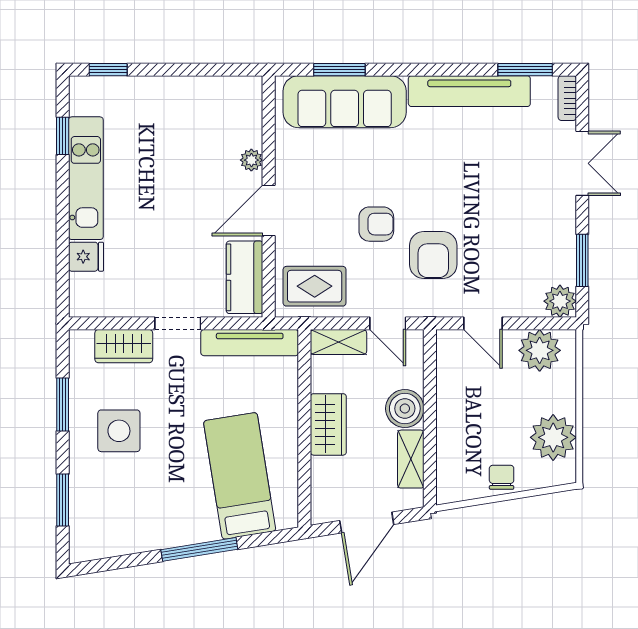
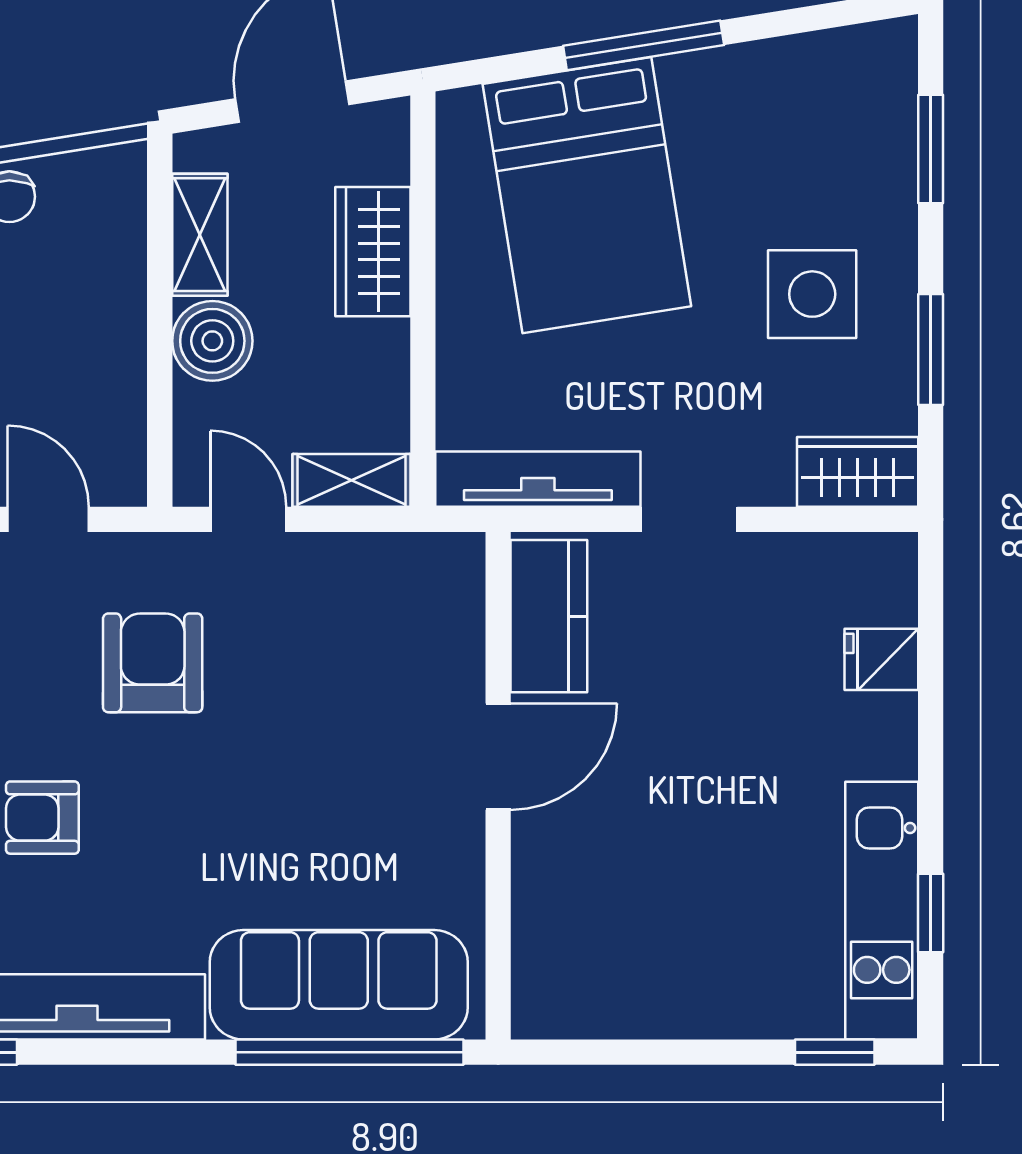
window: (339, 70) -> (349, 1052), width x2.11
plant: (251, 160) -> (534, 862), removed
kitchen unit: (86, 178) -> (882, 911), moved
armchair: (376, 224) -> (42, 818), moved
rug: (315, 286) -> (402, 598), removed
wardrobe: (124, 346) -> (858, 472), moved
wardrobe: (328, 424) -> (373, 252), moved
bed: (240, 476) -> (587, 195), width x1.50

